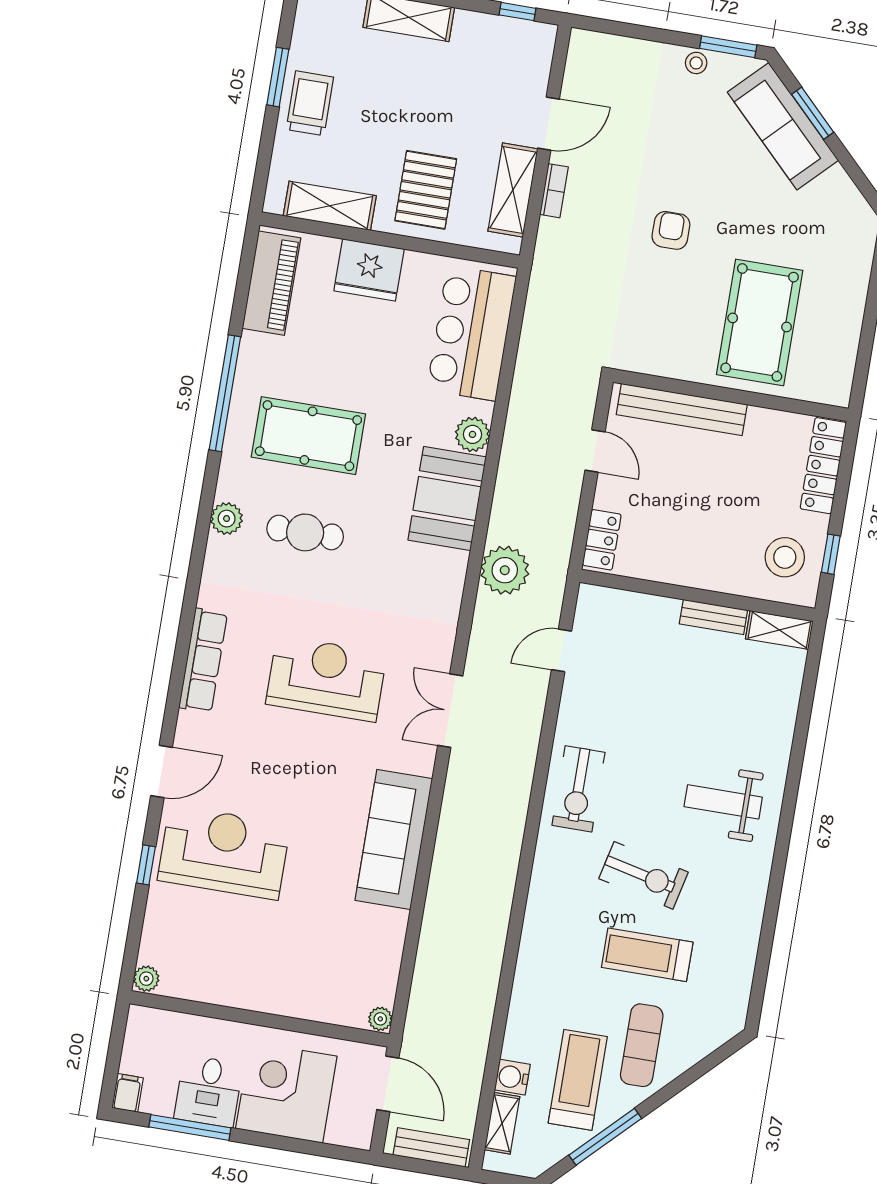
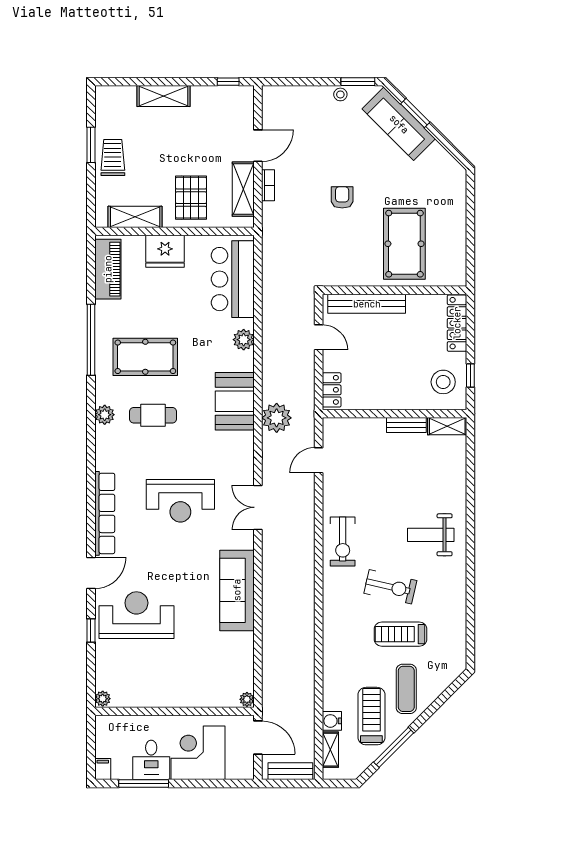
booth: (447, 498) -> (235, 401), moved
row of seats: (203, 660) -> (105, 513), width x1.36
reception desk: (326, 679) -> (180, 501), turned 180

